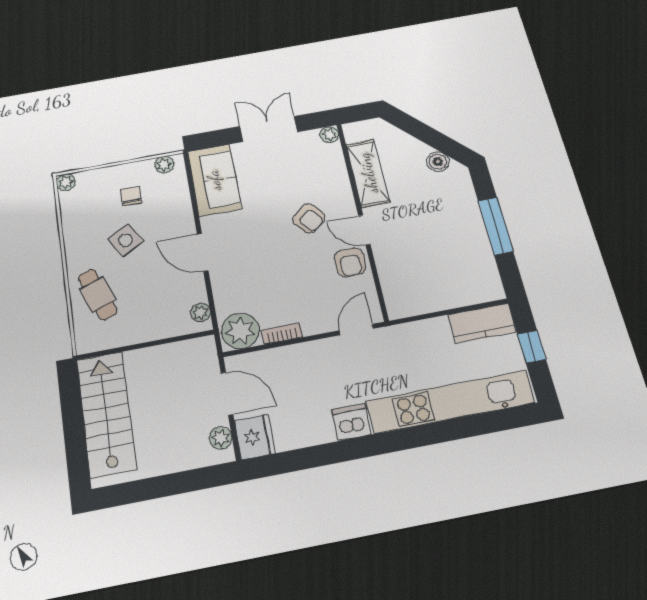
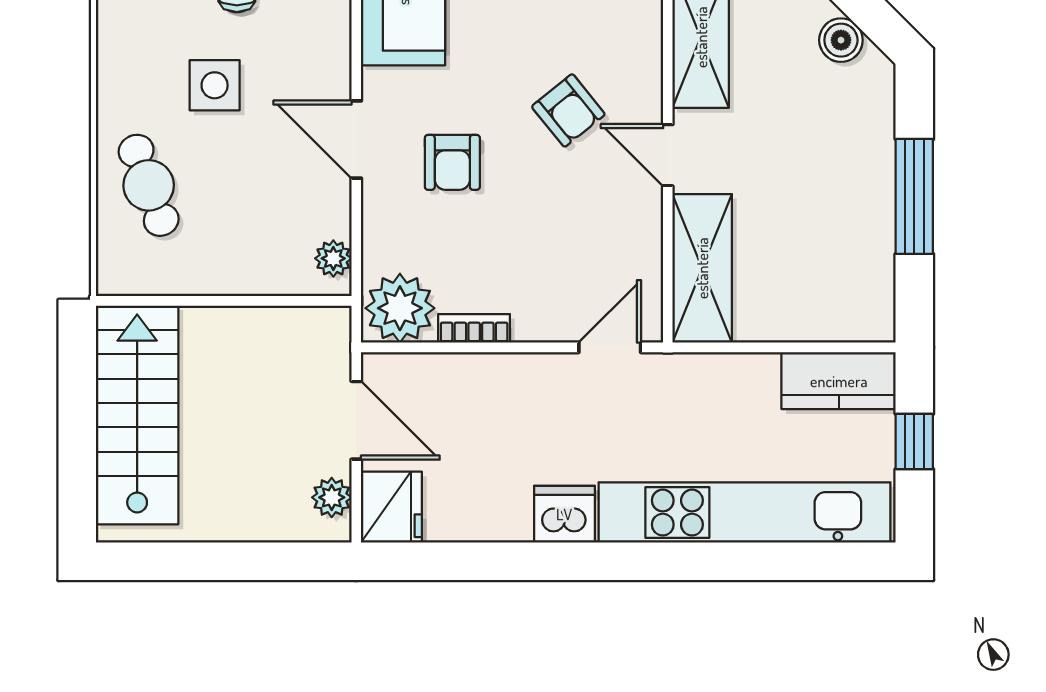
side table: (126, 240) -> (215, 85), turned 31
armchair: (350, 262) -> (452, 162), moved
shelving: (396, 281) -> (702, 268), added

